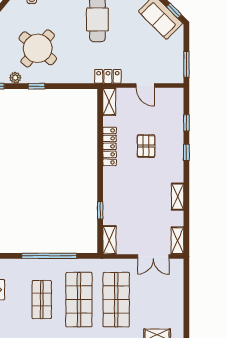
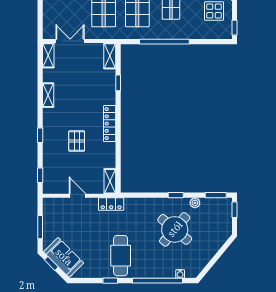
window: (186, 64) -> (40, 227), moved
window: (186, 123) -> (40, 175), moved
locker: (110, 146) -> (110, 124), moved

